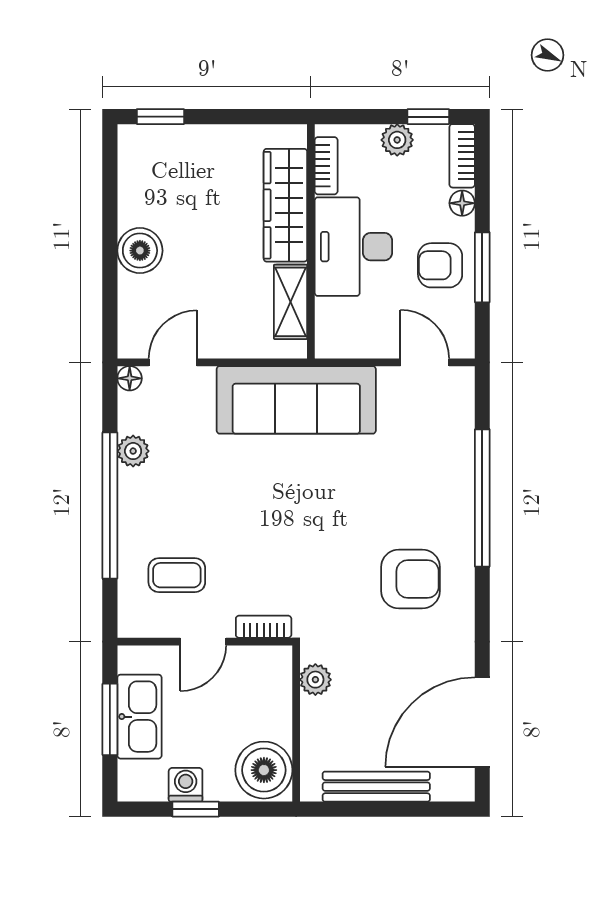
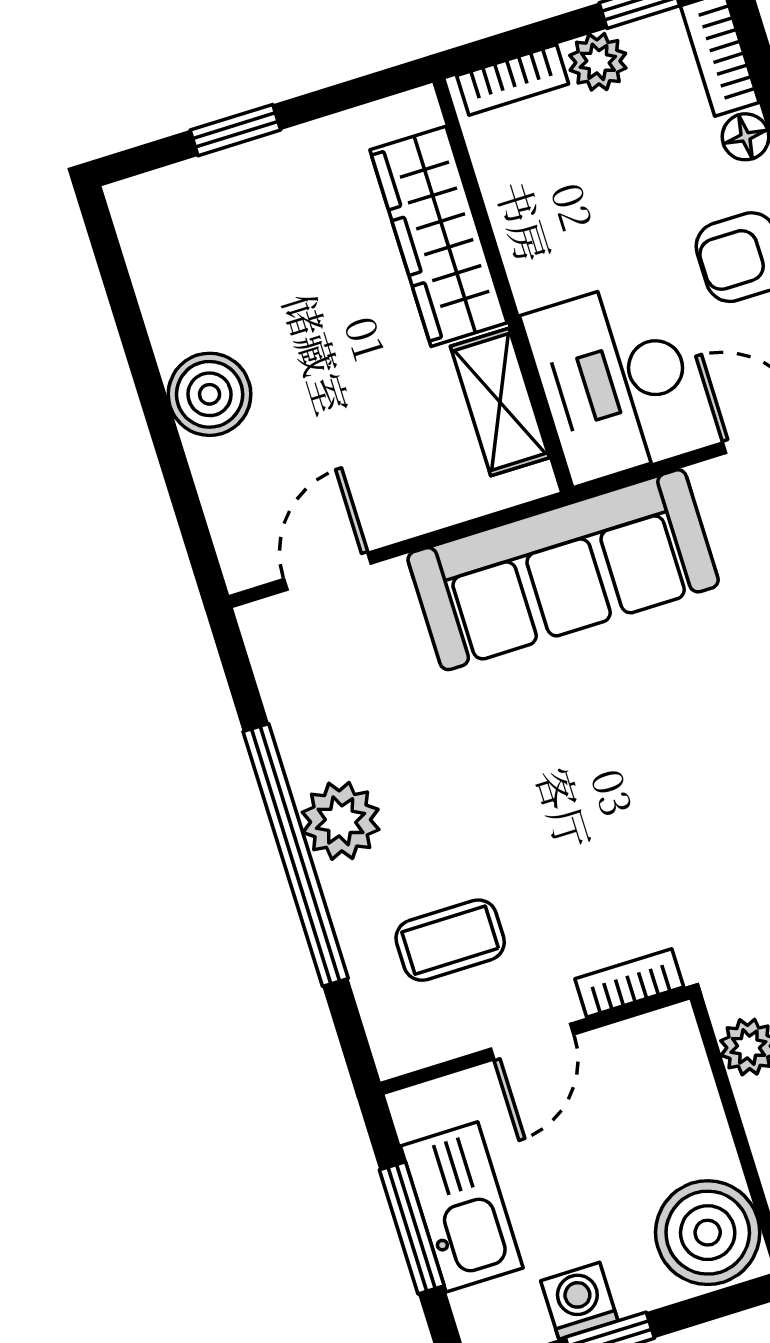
window: (160, 117) -> (235, 130), moved
bookcase: (326, 166) -> (513, 80), moved, turned 90
desk: (353, 247) -> (614, 381), moved
floor lamp: (130, 378) -> (261, 623), removed
plant: (133, 451) -> (341, 821), moved, width x1.38, depth x1.38

